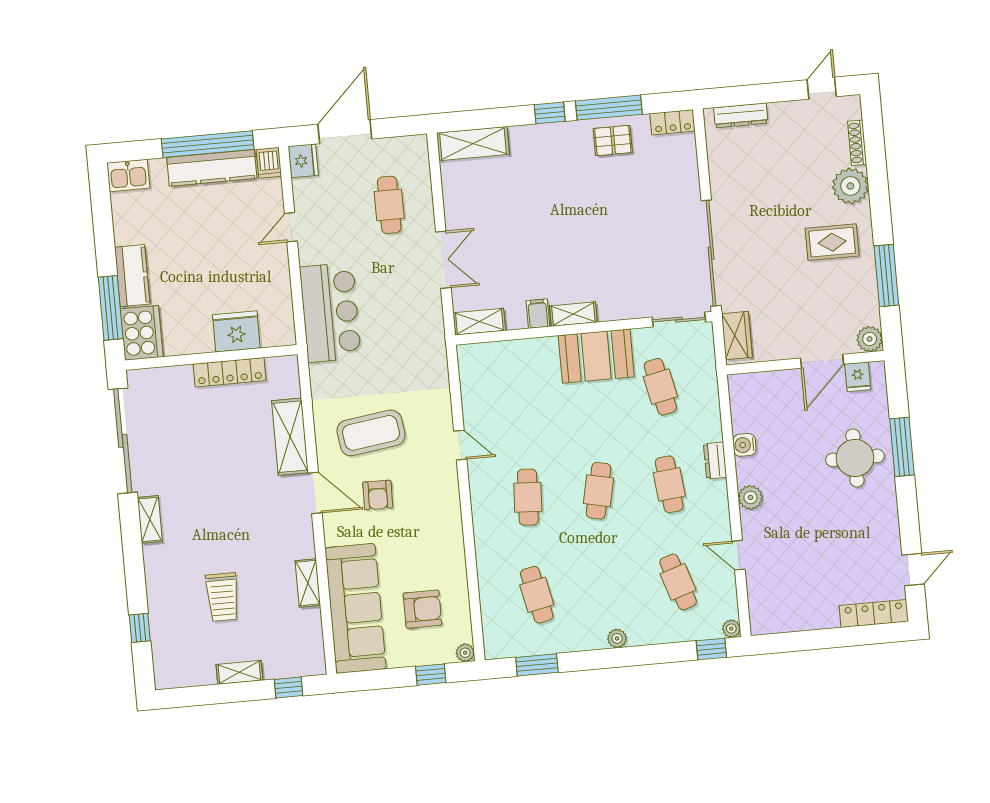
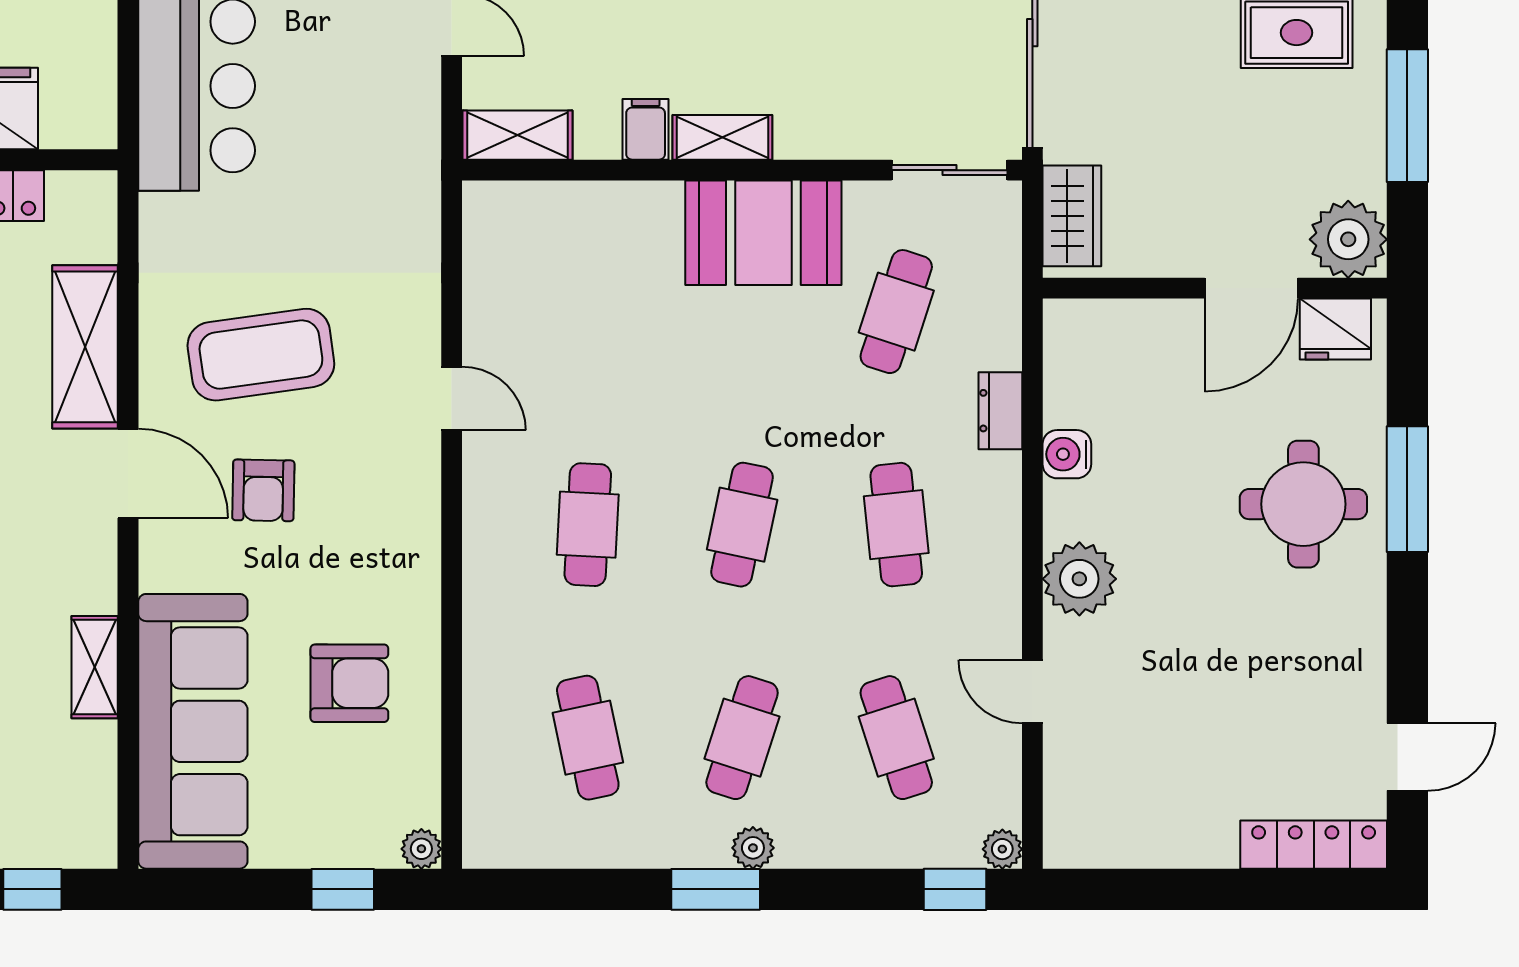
plant: (870, 339) -> (1348, 239), width x1.36, depth x1.36
fridge: (858, 377) -> (1335, 329), width x1.38
cafe table: (660, 387) -> (896, 312), turned 30
dresser: (715, 461) -> (1000, 411), moved
plant: (750, 497) -> (1079, 579), width x1.36, depth x1.36
cafe table: (607, 588) -> (742, 738), added
armchair: (422, 609) -> (349, 683), moved
window: (537, 665) -> (716, 889), moved

